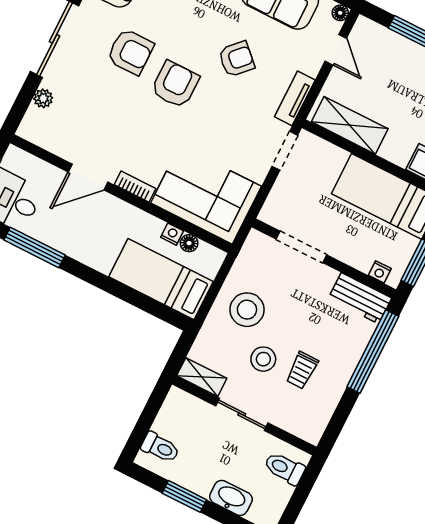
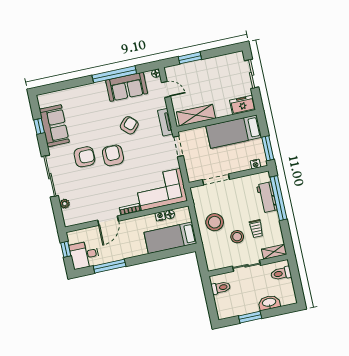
workbench: (360, 298) -> (267, 197), moved, turned 90
shelving: (202, 377) -> (274, 252), moved
toilet: (160, 448) -> (221, 288), moved

